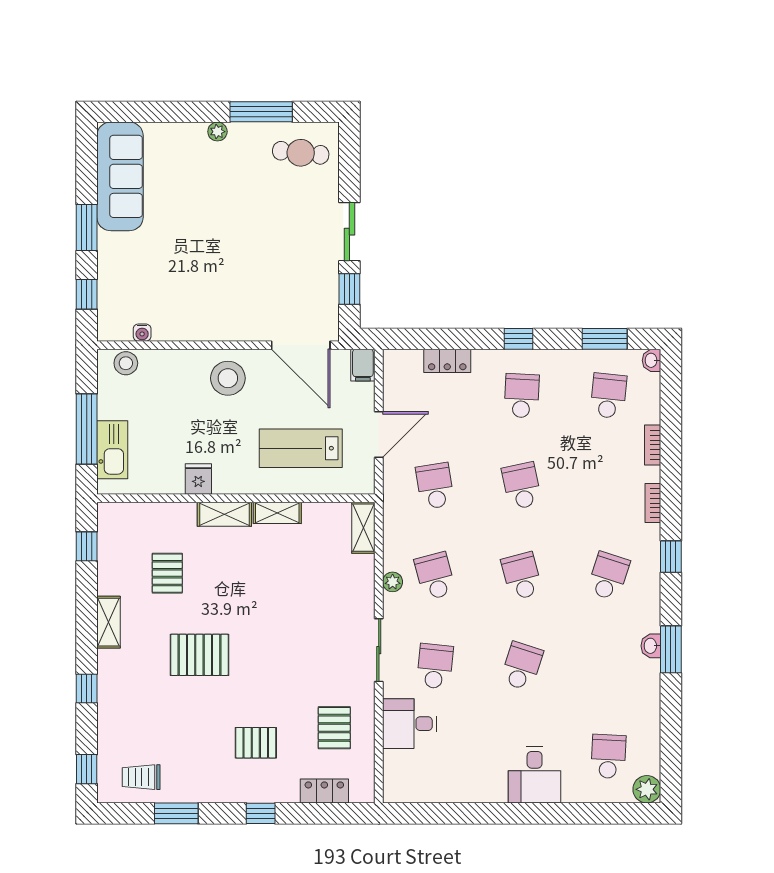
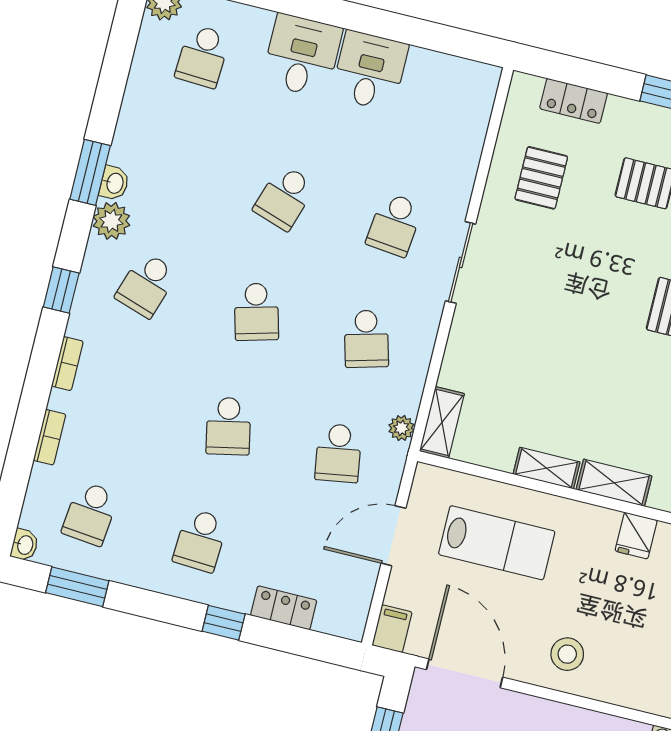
window: (519, 339) -> (224, 623), moved
stool: (228, 378) -> (567, 654), width x0.73, depth x0.73
plant: (393, 582) -> (401, 428), moved
plant: (646, 617) -> (111, 221), added
desk: (410, 724) -> (370, 71), moved, turned -90

